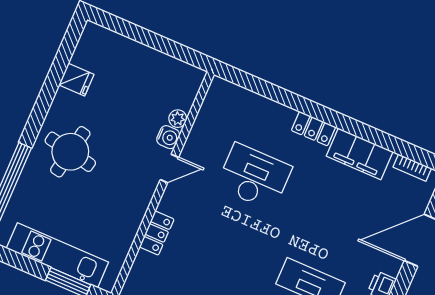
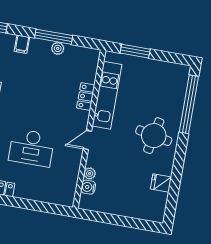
water cooler: (168, 137) -> (88, 187), moved
kitchen unit: (57, 255) -> (107, 95), moved, turned -90

